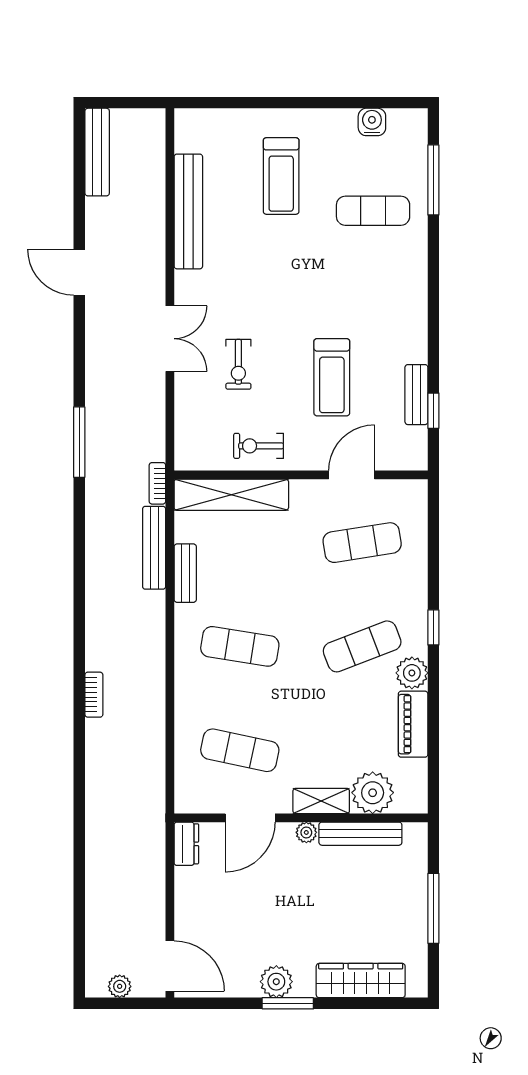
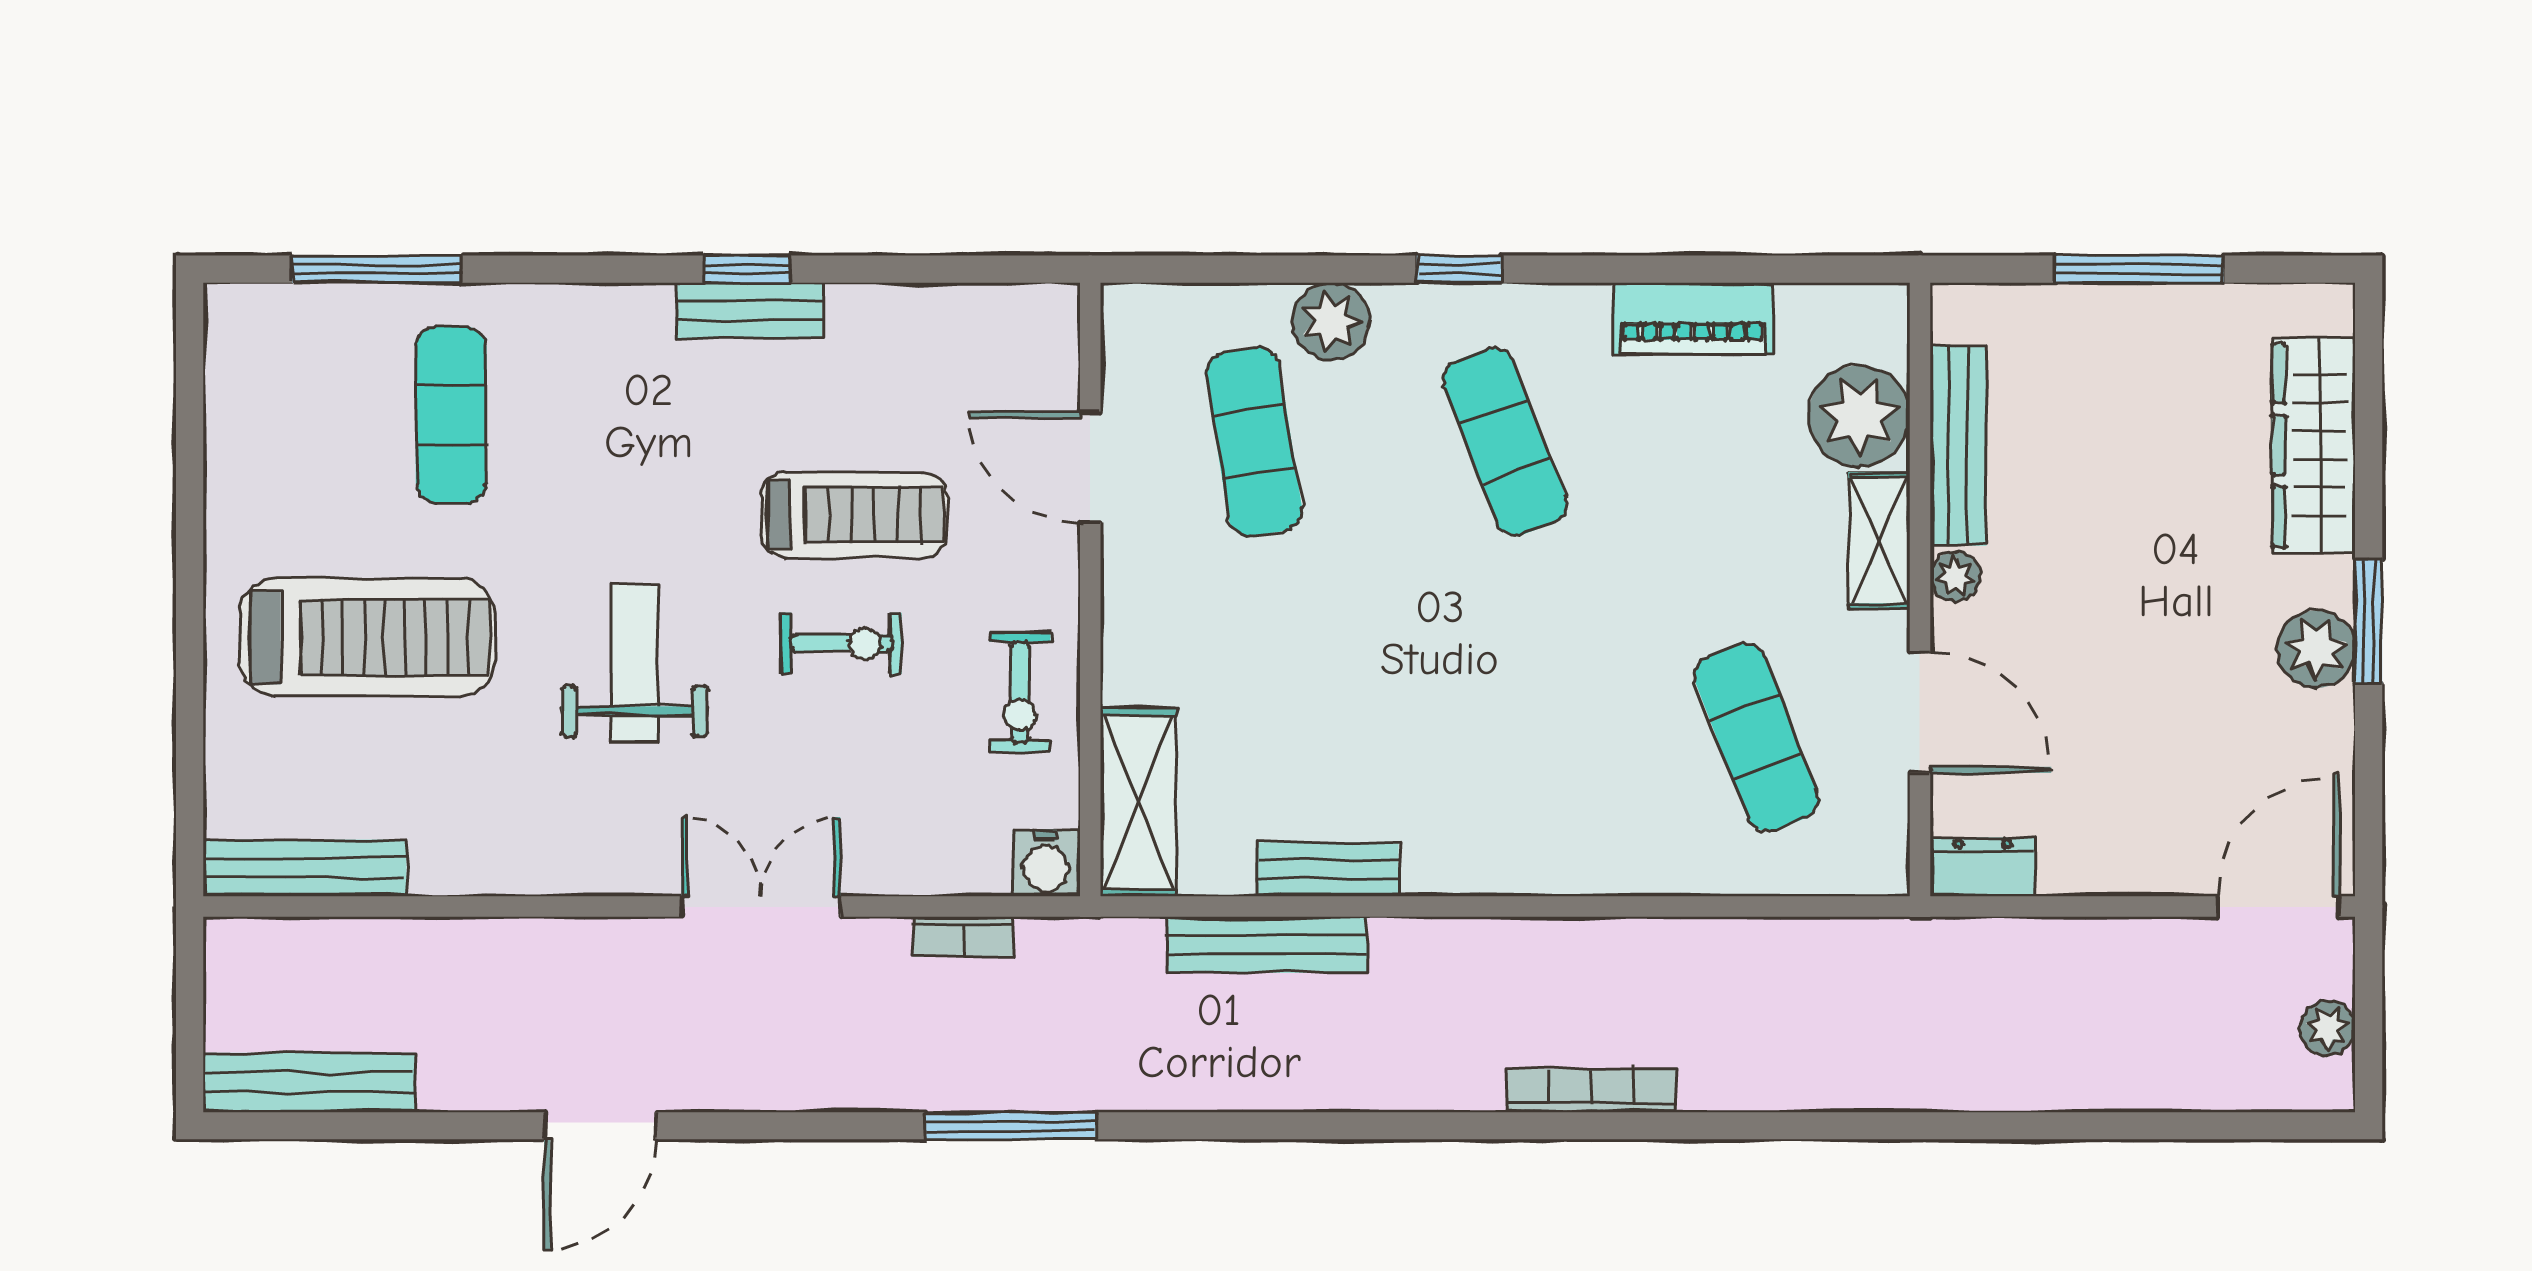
water cooler: (372, 122) -> (1046, 863), moved, turned -90
treadmill: (281, 176) -> (367, 637), width x1.37, depth x1.38
bench: (188, 211) -> (305, 868), moved, width x0.73, depth x0.82
weight bench: (270, 287) -> (635, 663), added
exercise bike: (238, 364) -> (842, 643), moved
bench: (416, 395) -> (750, 310), moved
window: (433, 411) -> (747, 269), moved
bookcase: (157, 483) -> (964, 937), moved
shelving: (231, 495) -> (1138, 802), width x0.68
exercise mat: (240, 646) -> (1505, 737), removed
plant: (412, 673) -> (1331, 321), moved
bookcase: (94, 695) -> (1591, 1090), width x1.56
exercise mat: (240, 750) -> (1756, 737), turned -33

